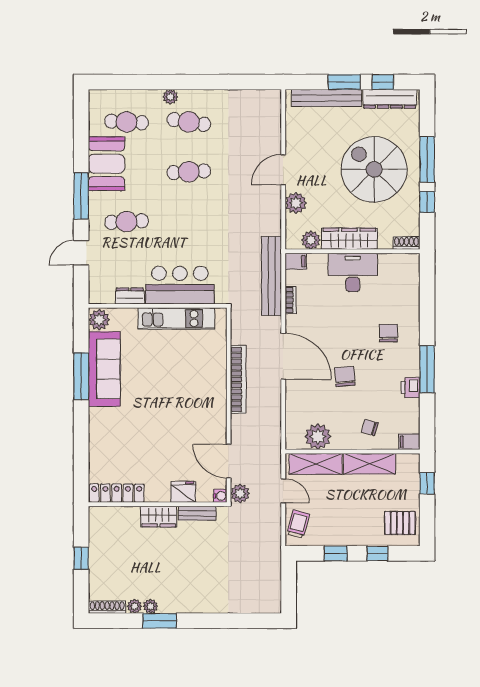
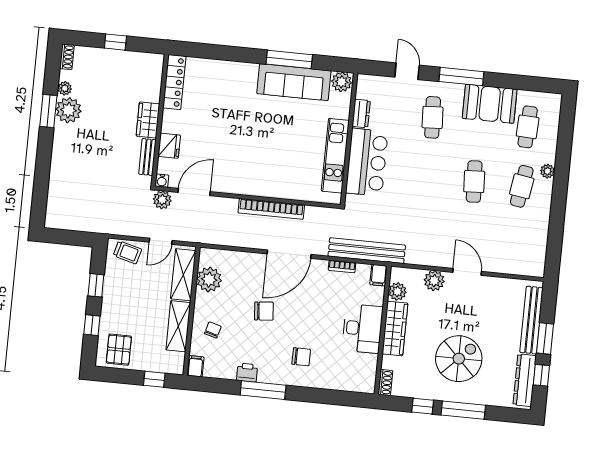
spiral stairs: (374, 169) -> (459, 359), width x0.73, depth x0.73
plant: (150, 606) -> (68, 110), width x1.88, depth x1.88
shoe rack: (107, 607) -> (67, 57), width x0.70

